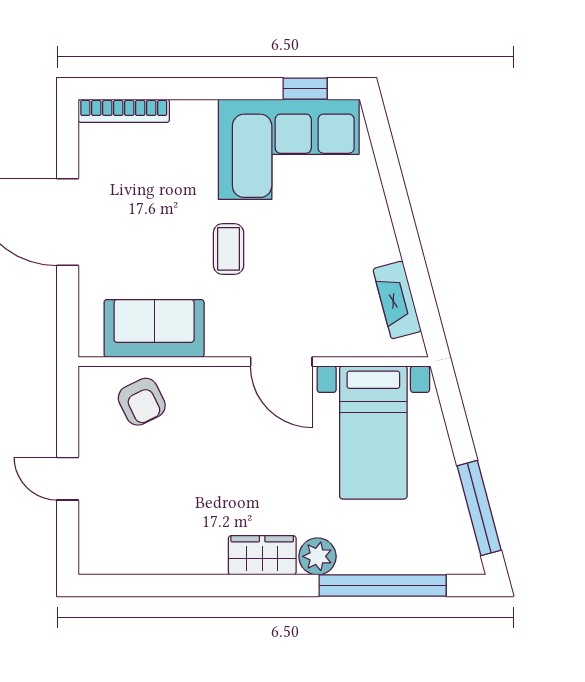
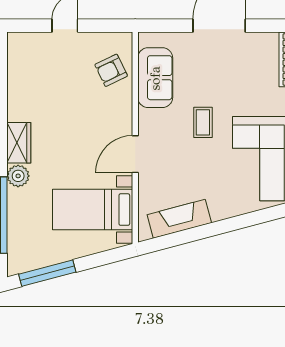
coffee table: (229, 249) -> (203, 122), turned 90
fireplace: (397, 300) -> (179, 219), width x1.37, depth x1.32

